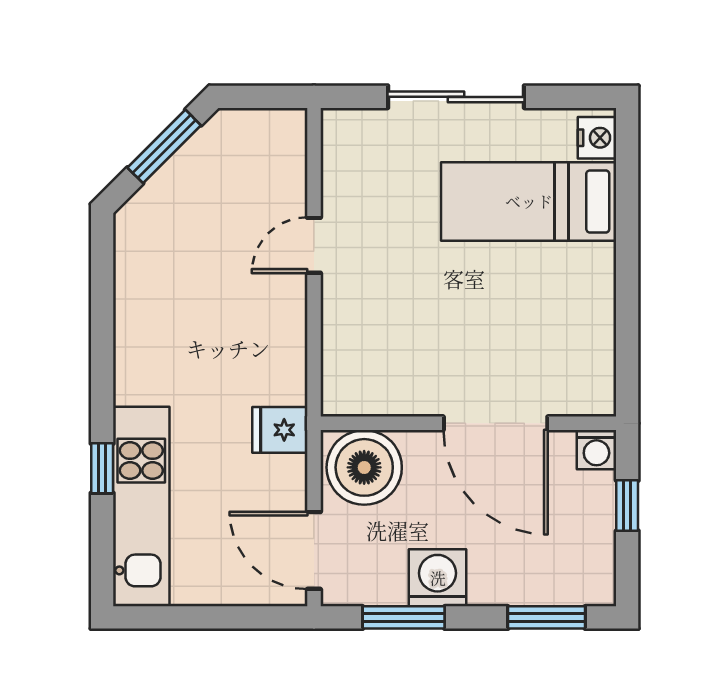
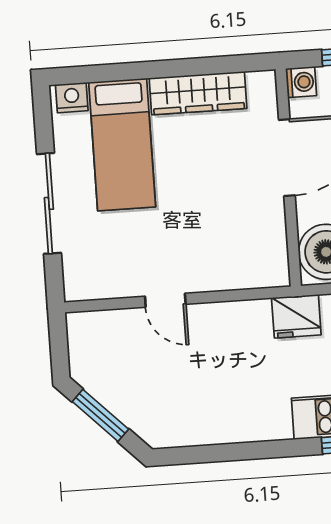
wardrobe: (591, 309) -> (198, 93), added
fridge: (280, 430) -> (296, 316), width x1.38

